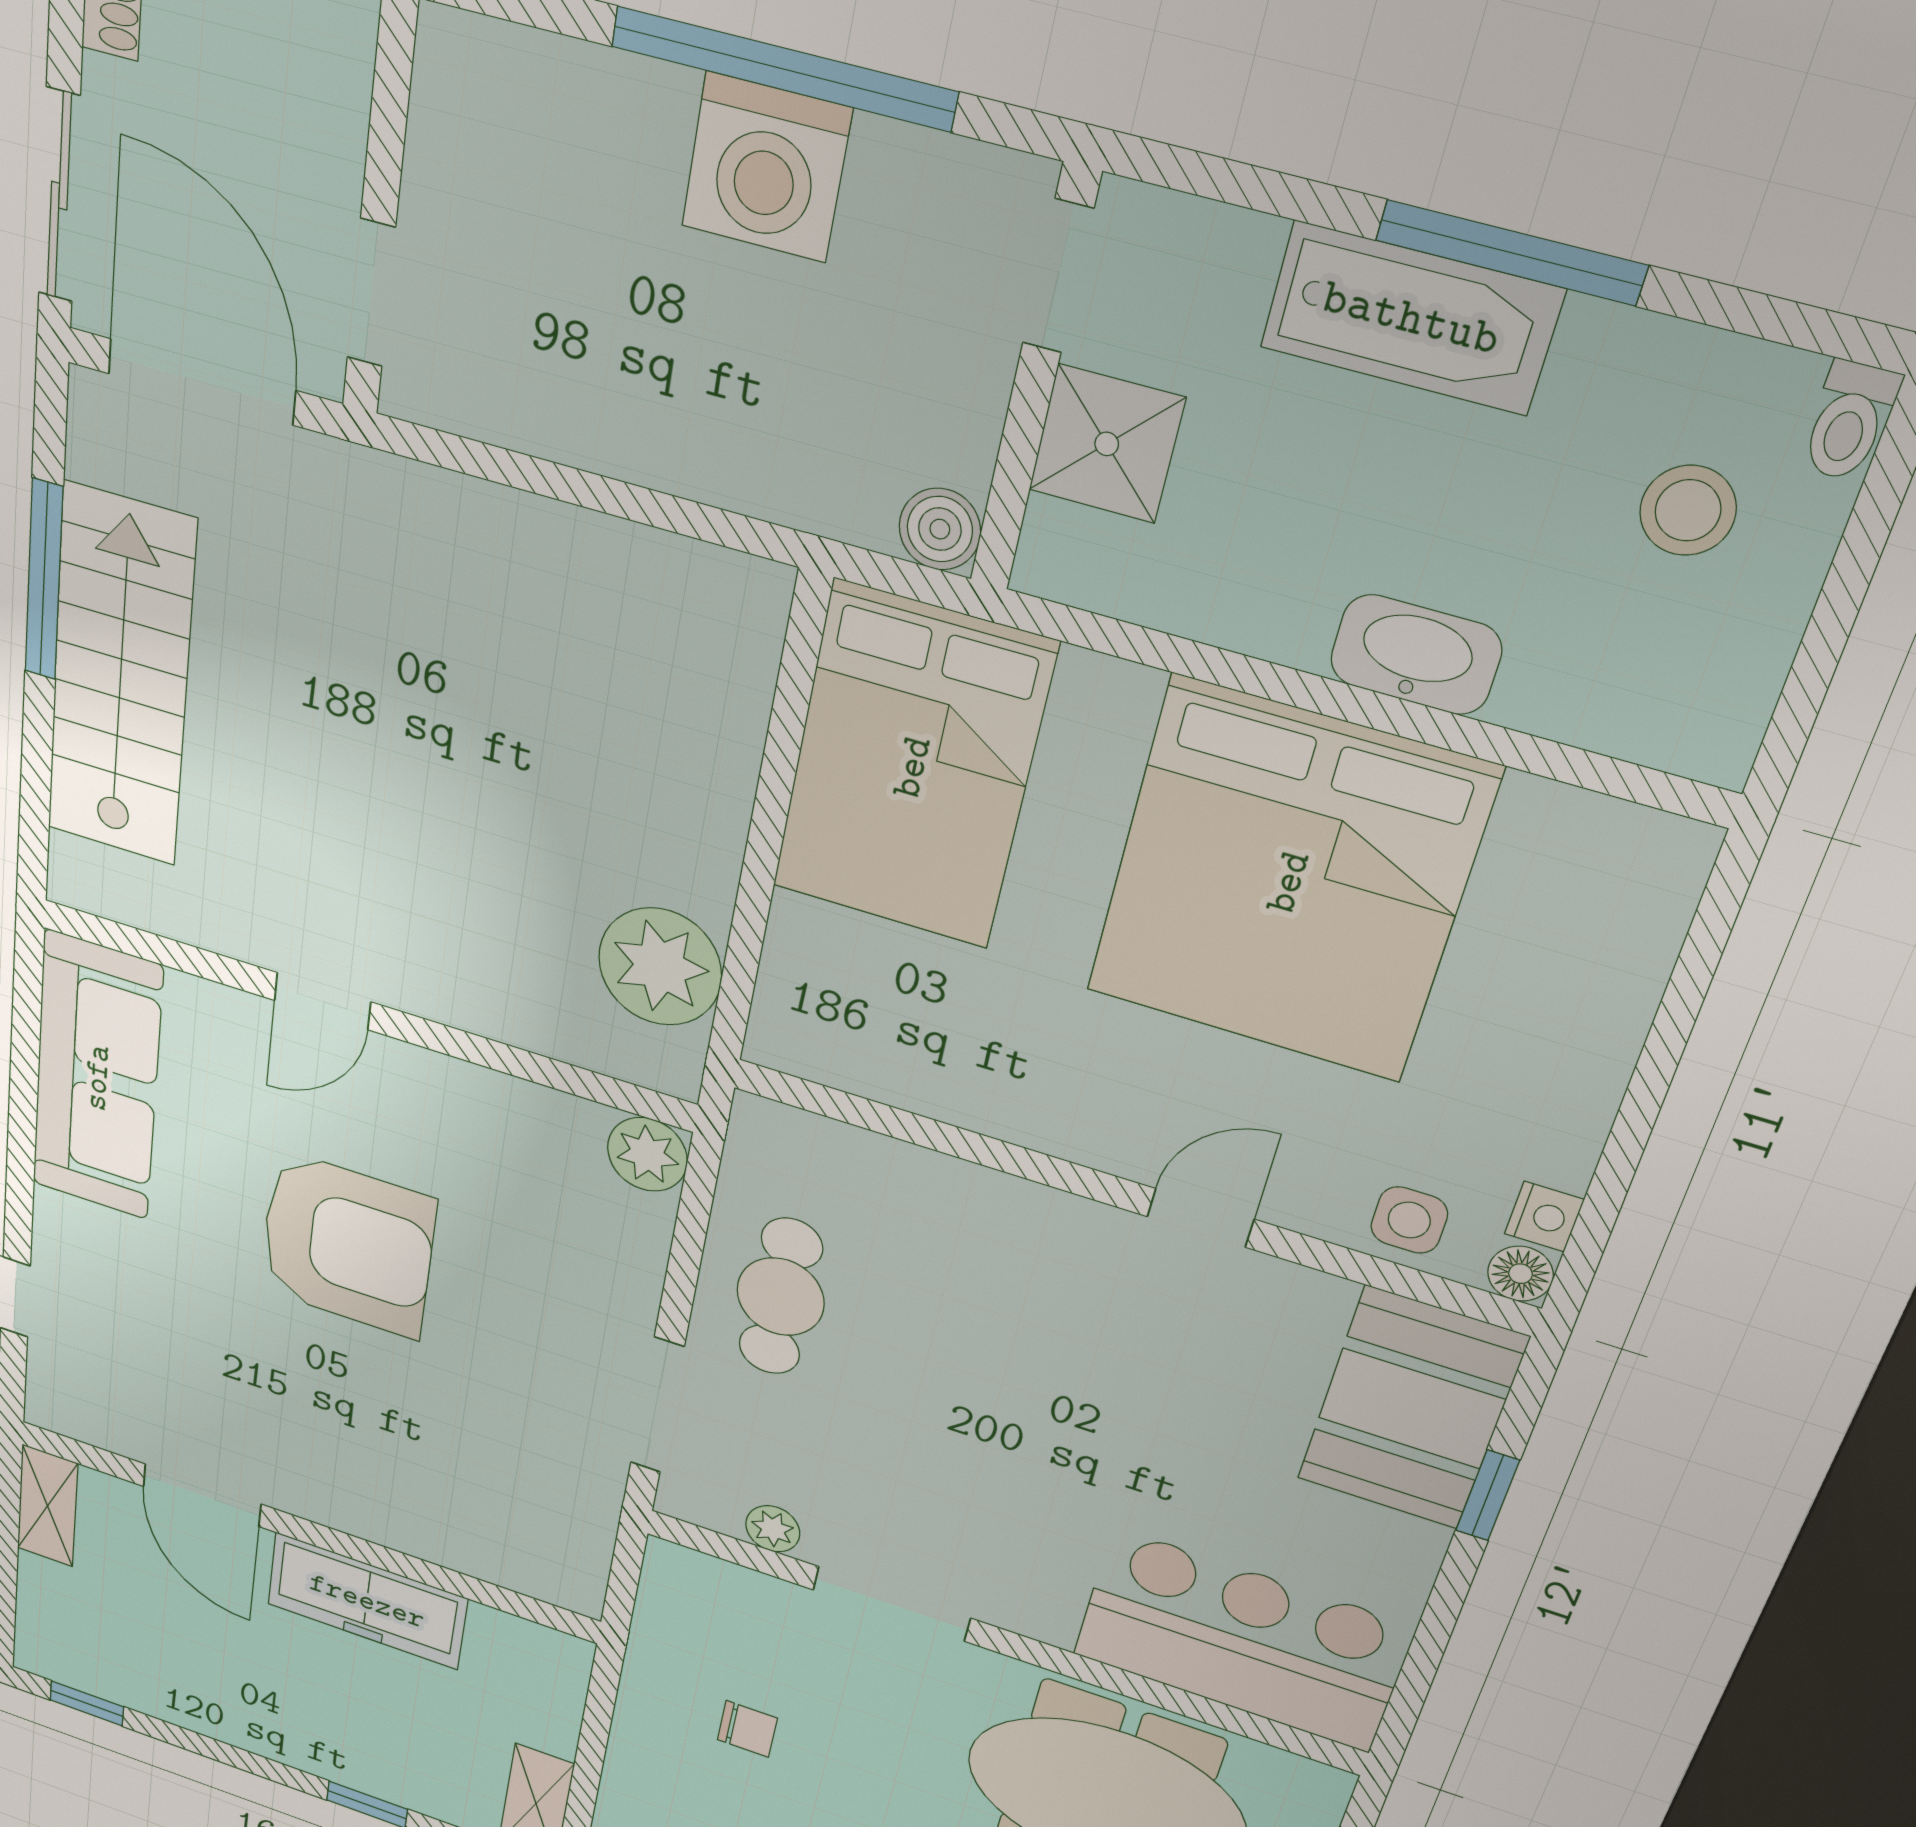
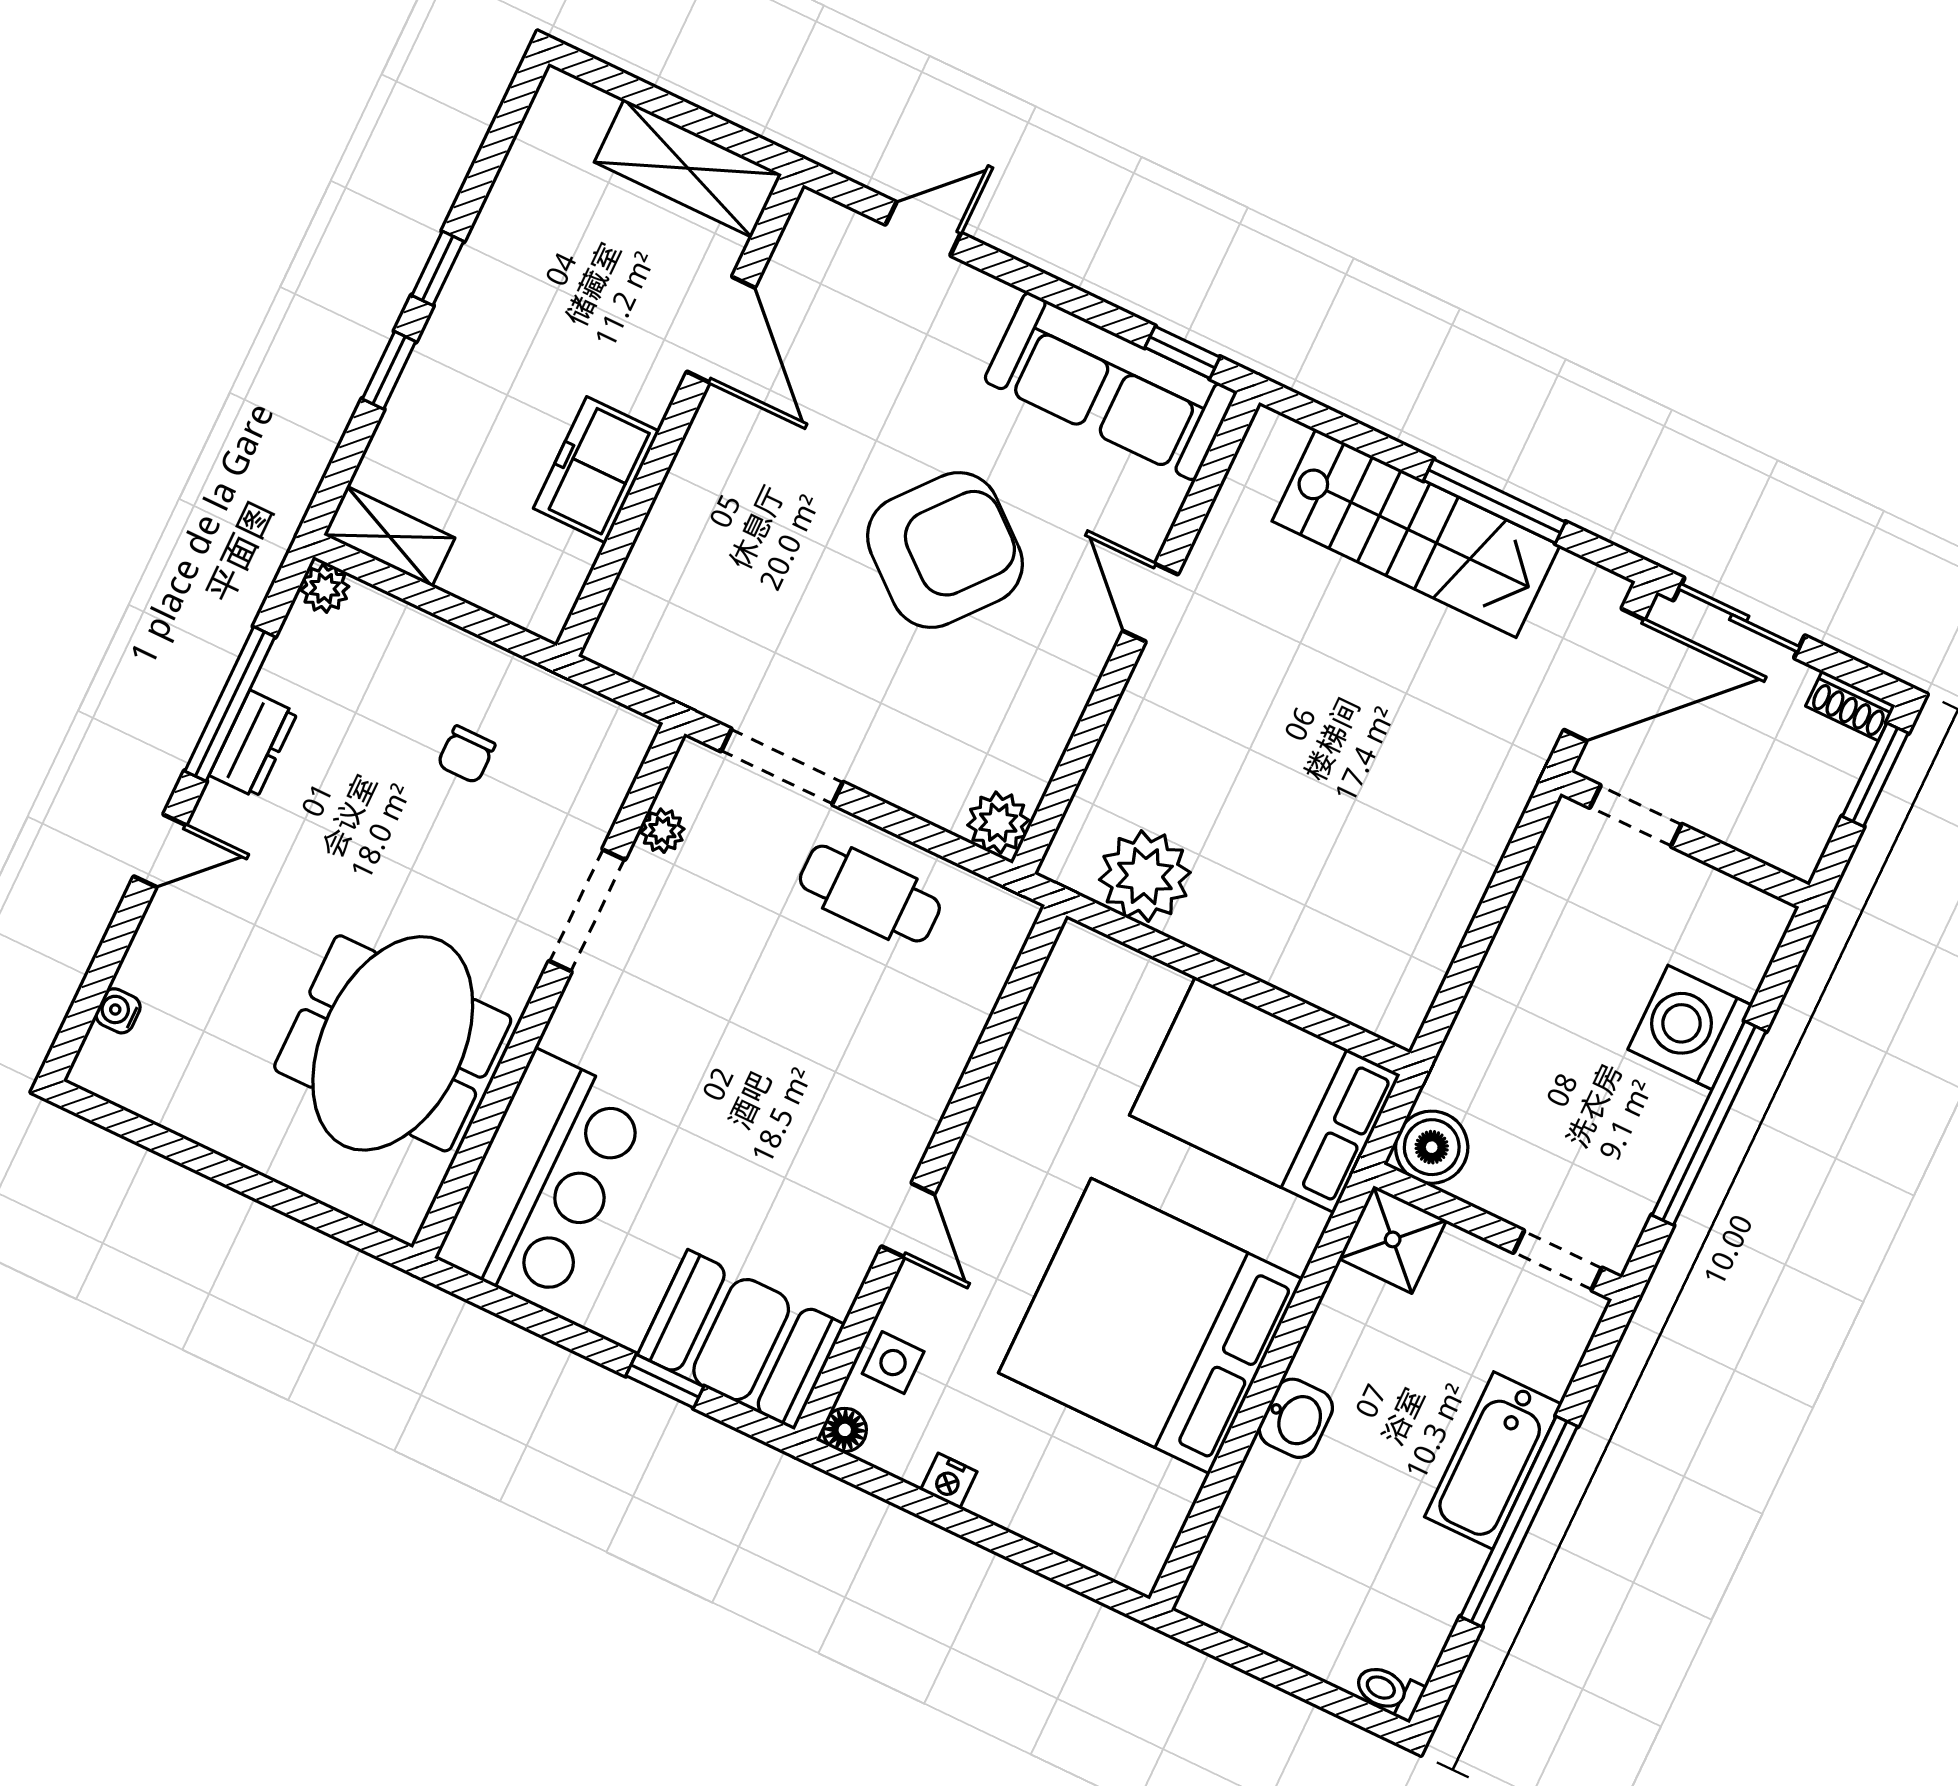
washing machine: (766, 168) -> (1690, 1027), moved
window: (1511, 253) -> (1519, 1522), width x1.46
shower: (1107, 444) -> (1393, 1239), moved
stool: (1688, 510) -> (1353, 1599), removed
boiler: (940, 529) -> (1432, 1147), width x1.36, depth x1.36
washbasin: (1416, 655) -> (1296, 1418), width x0.72
window: (27, 999) -> (1182, 352), added
nightstand: (1544, 1217) -> (949, 1481), moved
armchair: (347, 1245) -> (945, 550), turned -140
door: (202, 1495) -> (721, 330), swing flipped
shelving: (48, 1506) -> (688, 168), width x1.50, depth x1.33
freezer: (367, 1601) -> (596, 470), width x0.71
window: (87, 1703) -> (438, 268), moved

